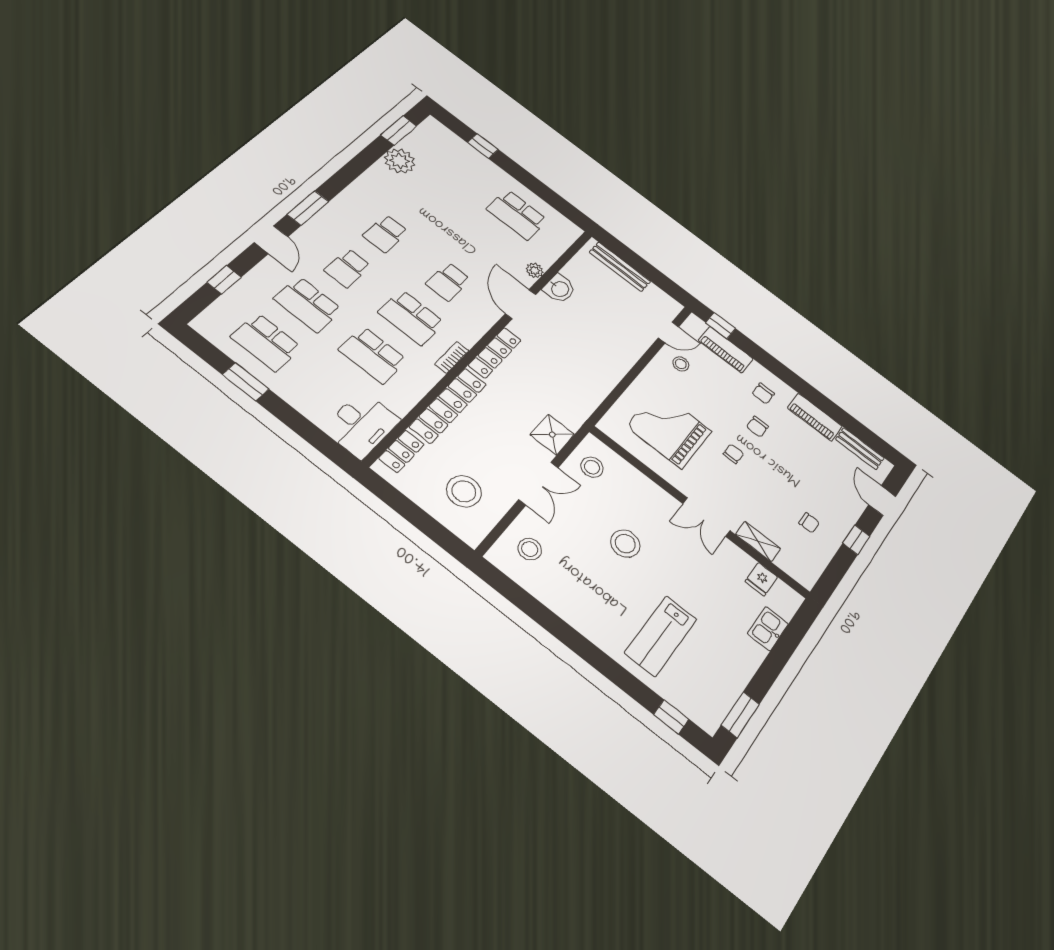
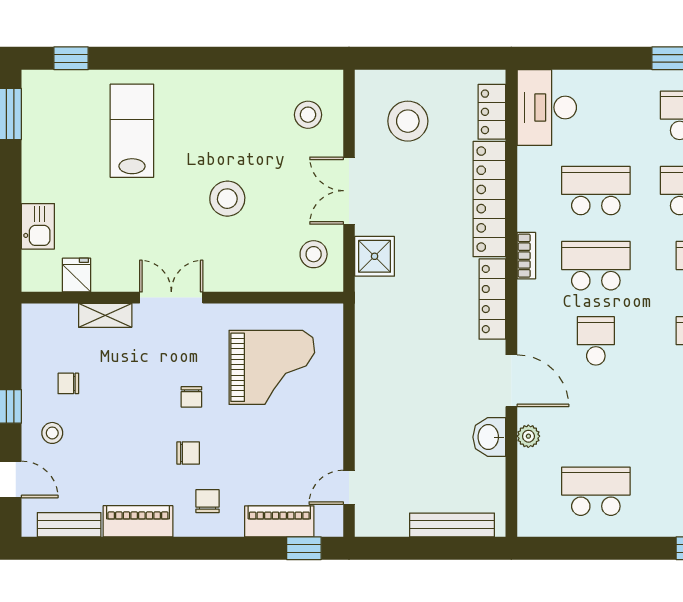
stool: (681, 364) -> (52, 433), moved
chair: (757, 427) -> (188, 453), turned 90

